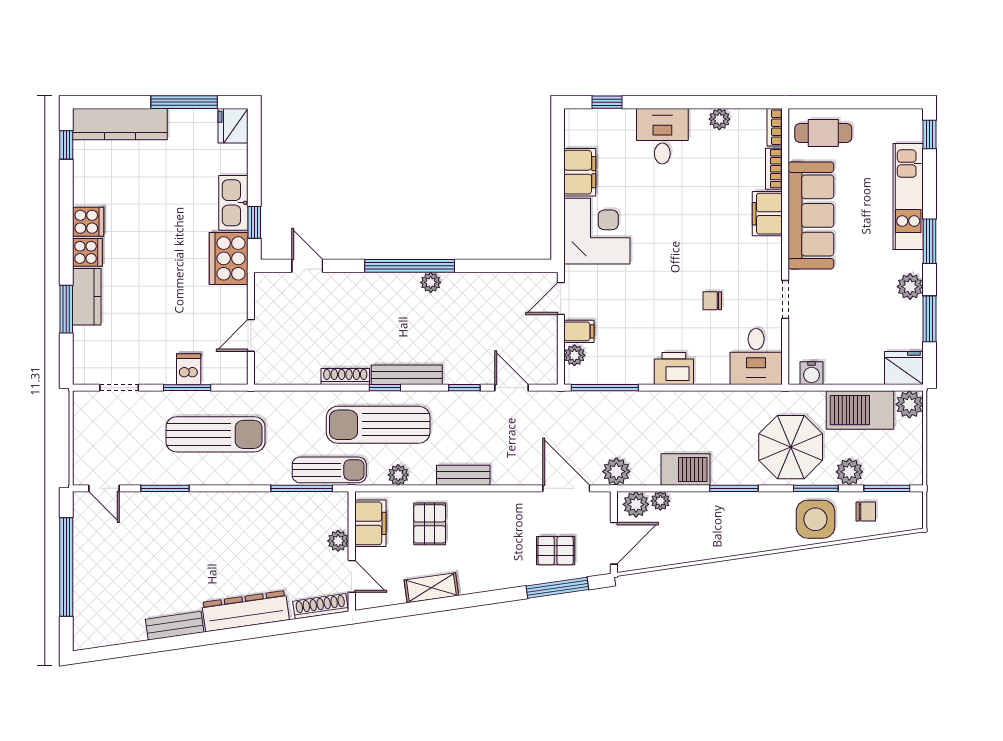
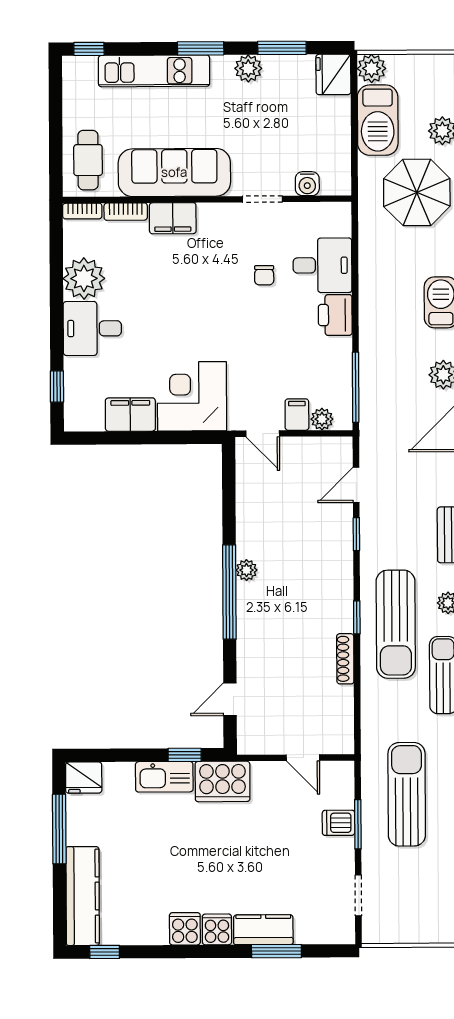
plant: (719, 119) -> (84, 278), width x1.87, depth x1.87
desk: (756, 357) -> (322, 265), moved
water cooler: (812, 373) -> (307, 184), moved, turned 90
bench: (407, 375) -> (343, 595), removed

